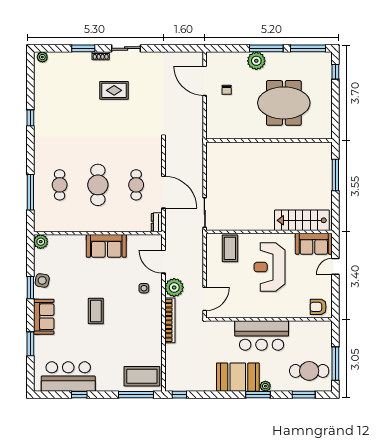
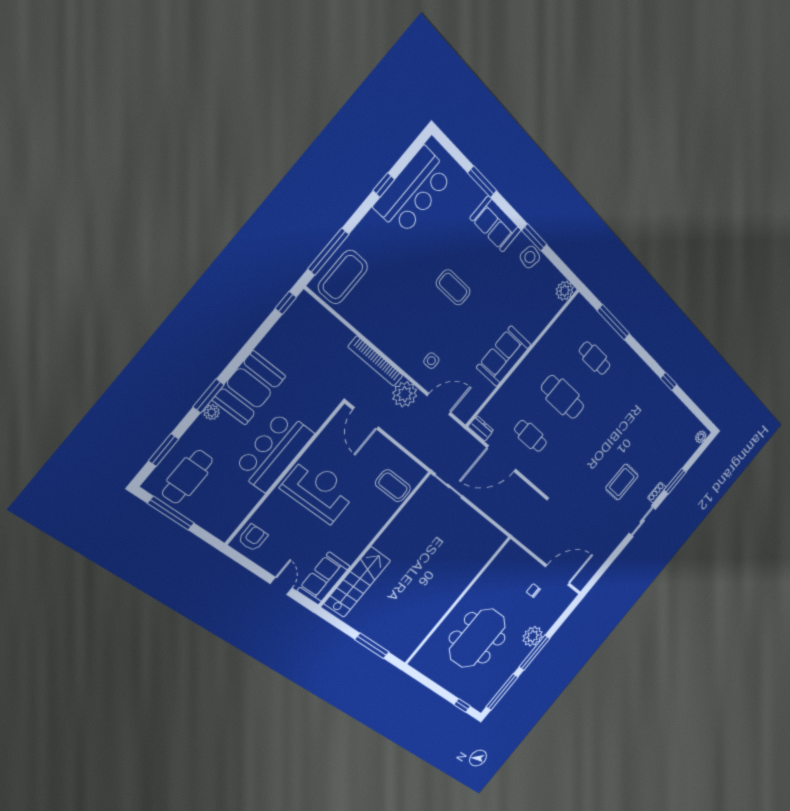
reception desk: (270, 267) -> (319, 490), moved

